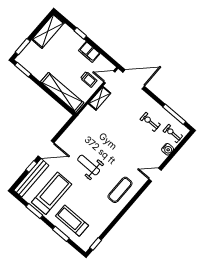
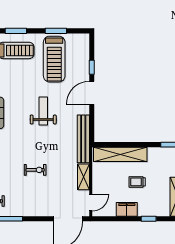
trolley: (89, 79) -> (137, 182), moved
exercise bike: (150, 122) -> (35, 170), moved
weight bench: (89, 165) -> (43, 111), turned -90
bench: (31, 178) -> (83, 139), moved

